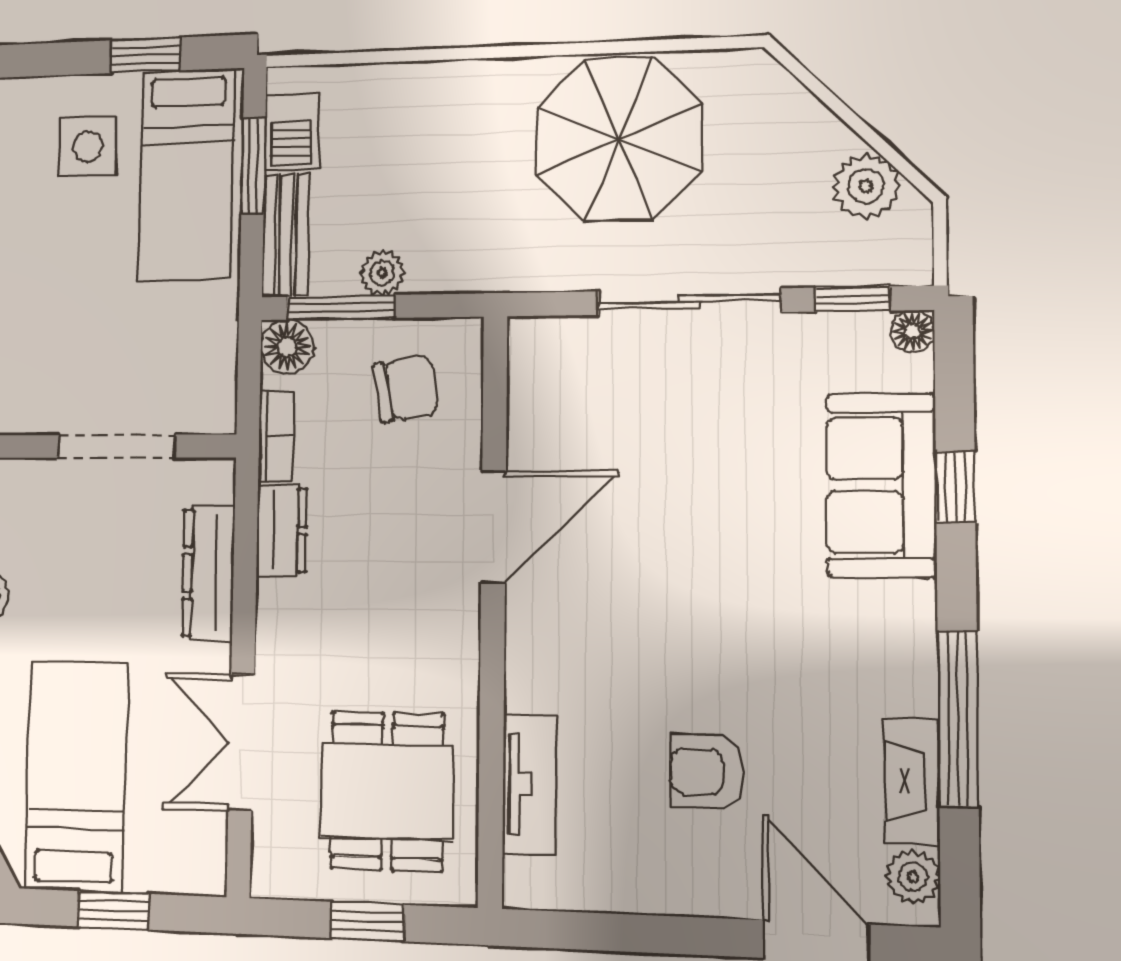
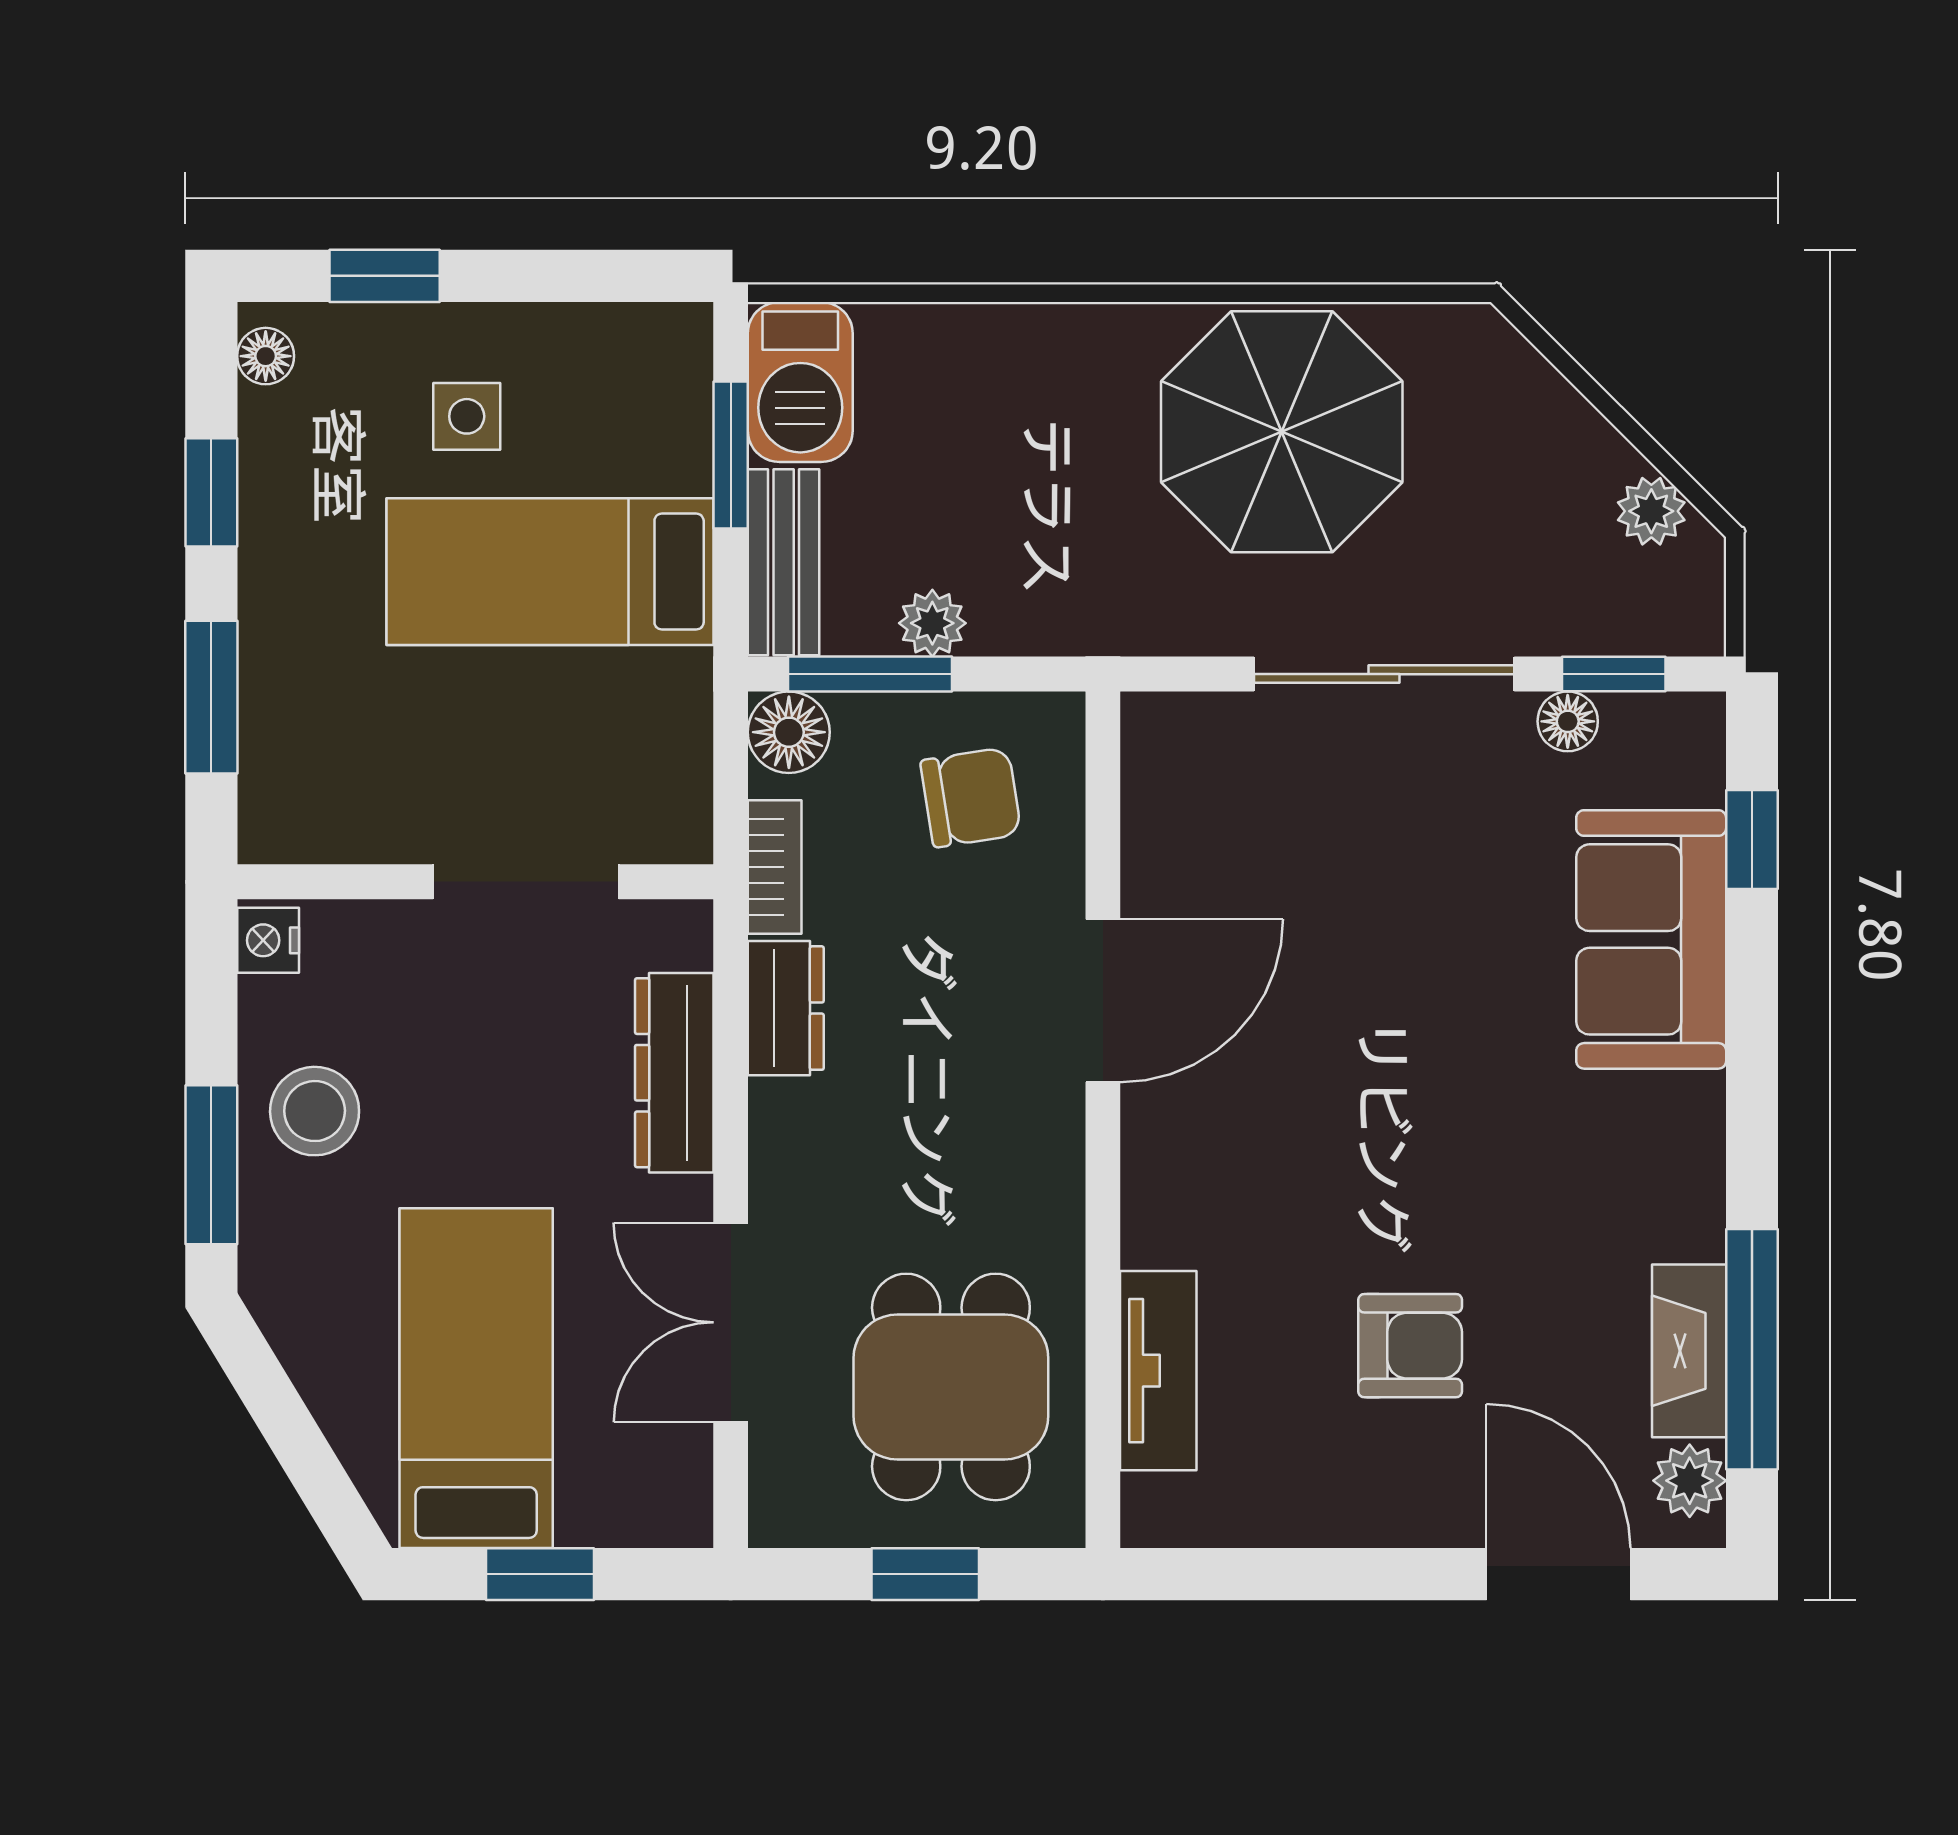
window: (145, 55) -> (385, 276), moved
barbecue: (292, 132) -> (800, 382), width x1.38, depth x1.27
side table: (88, 147) -> (467, 416), width x0.73, depth x0.73
bed: (187, 175) -> (550, 572), moved, turned 90
plant: (866, 186) -> (1651, 511), width x0.73, depth x0.73
floor lamp: (913, 331) -> (1568, 721), moved
window: (955, 487) -> (1752, 840), moved
window: (958, 718) -> (1752, 1349), moved
armchair: (707, 772) -> (1410, 1346), turned 180

